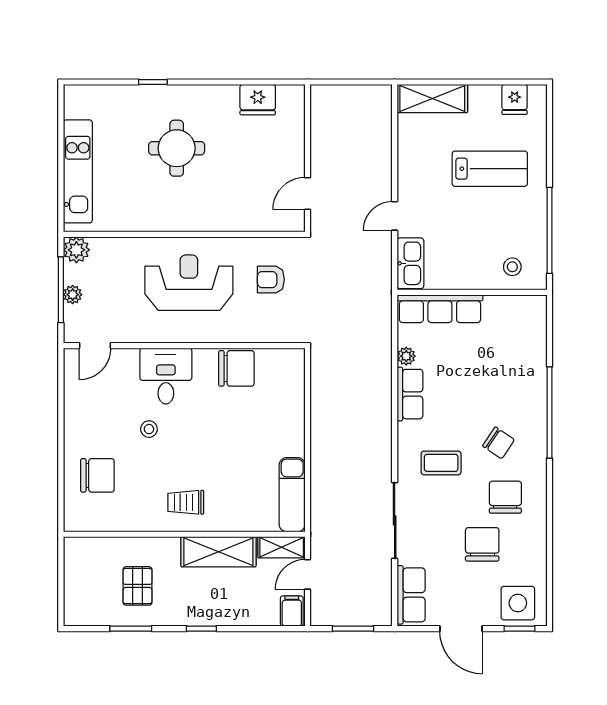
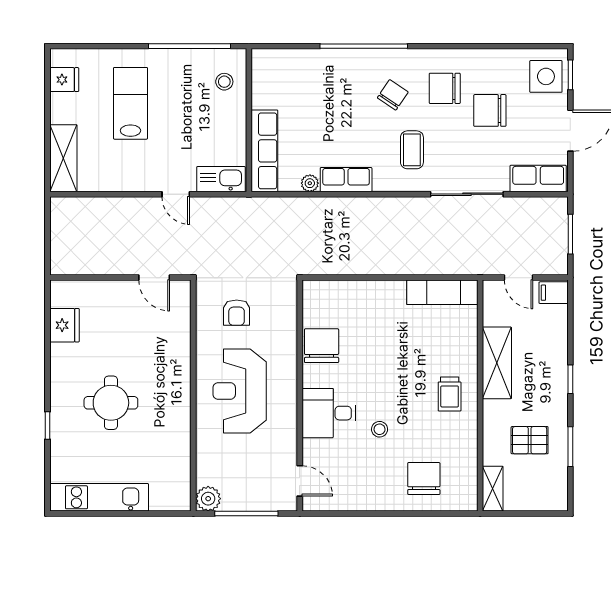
kitchen unit: (78, 171) -> (99, 497), moved
plant: (73, 295) -> (251, 502), removed
shelving: (282, 547) -> (493, 489), moved

